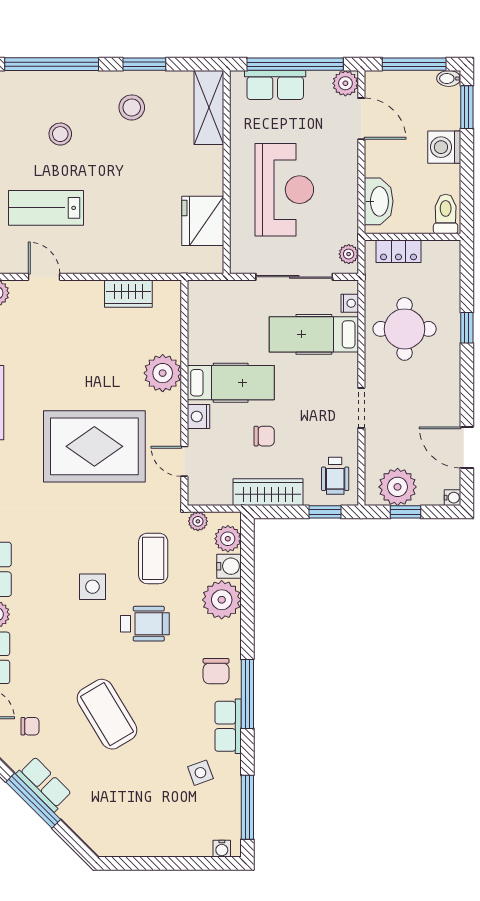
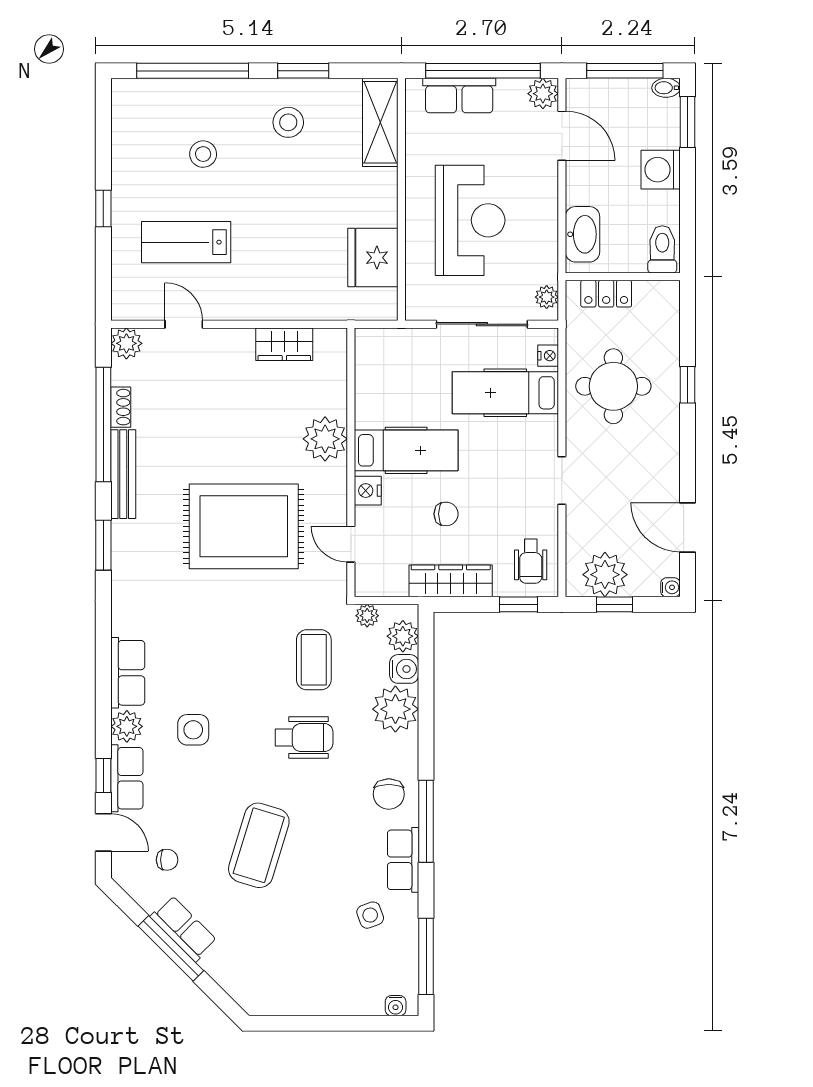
side table: (92, 587) -> (193, 730), moved
coffee table: (107, 714) -> (259, 845), turned 48

